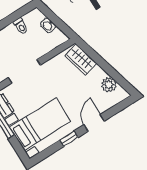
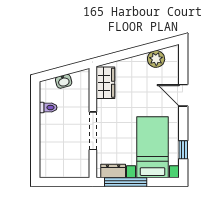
wardrobe: (81, 60) -> (105, 83), moved, turned -75
window: (69, 139) -> (183, 150), moved

